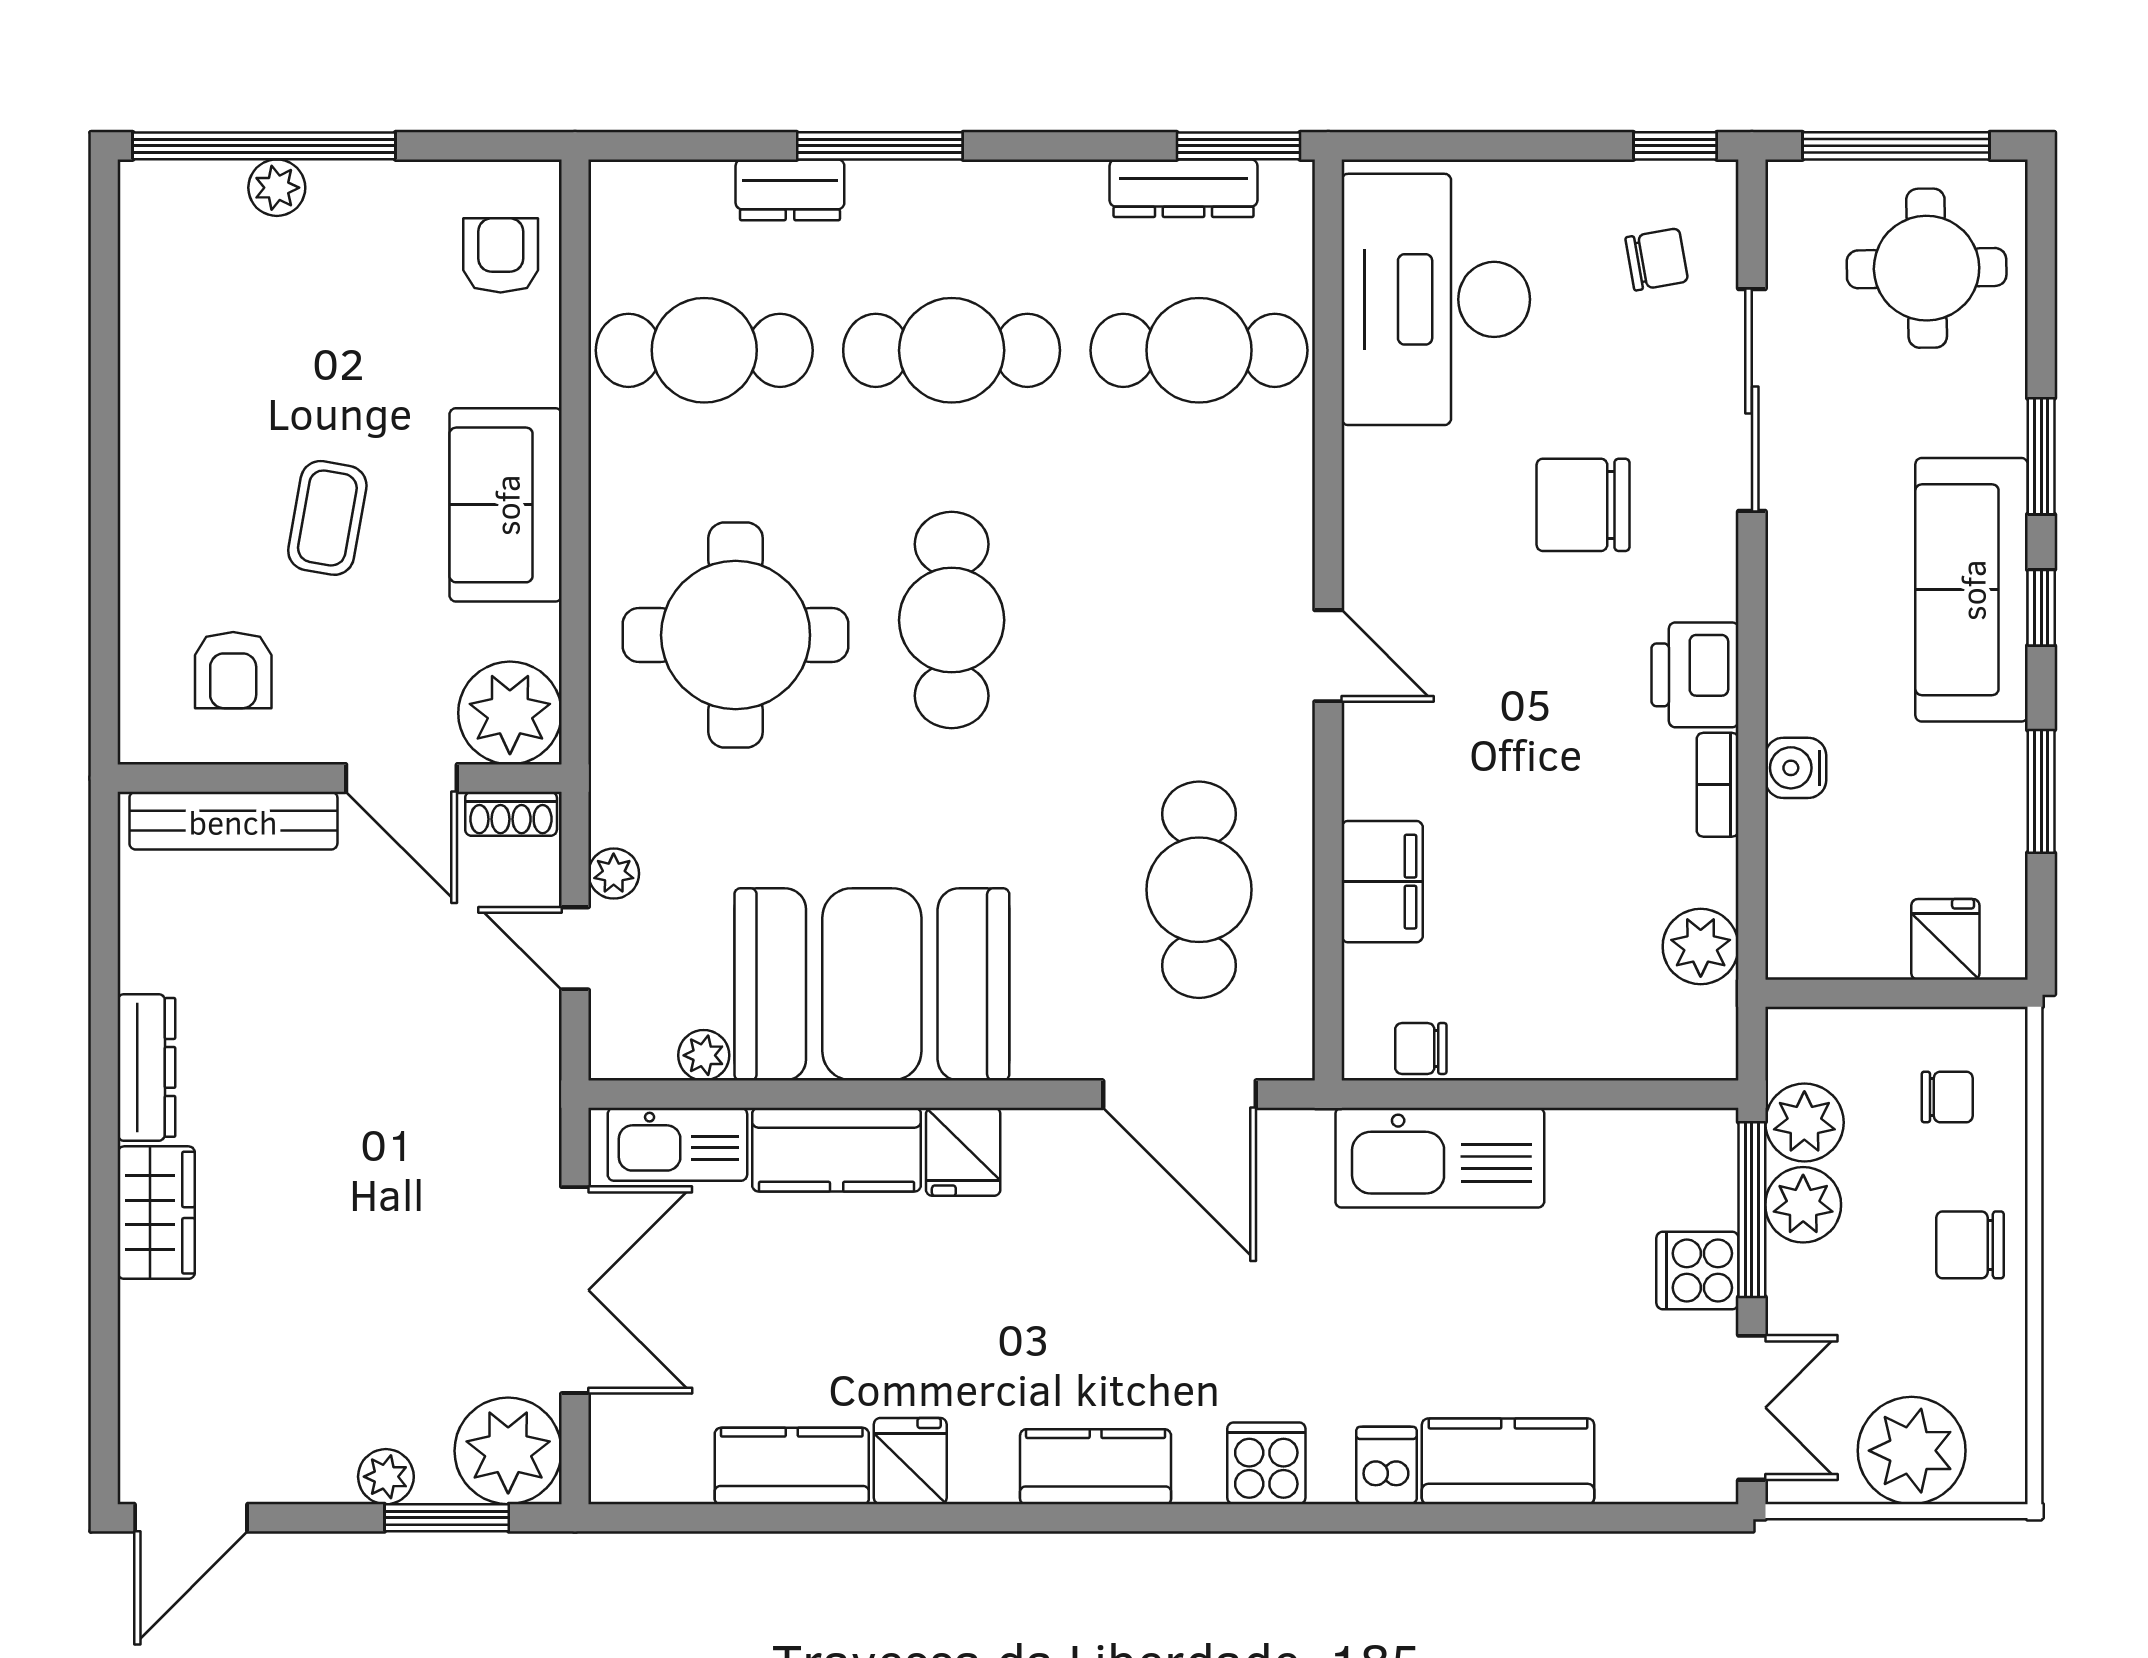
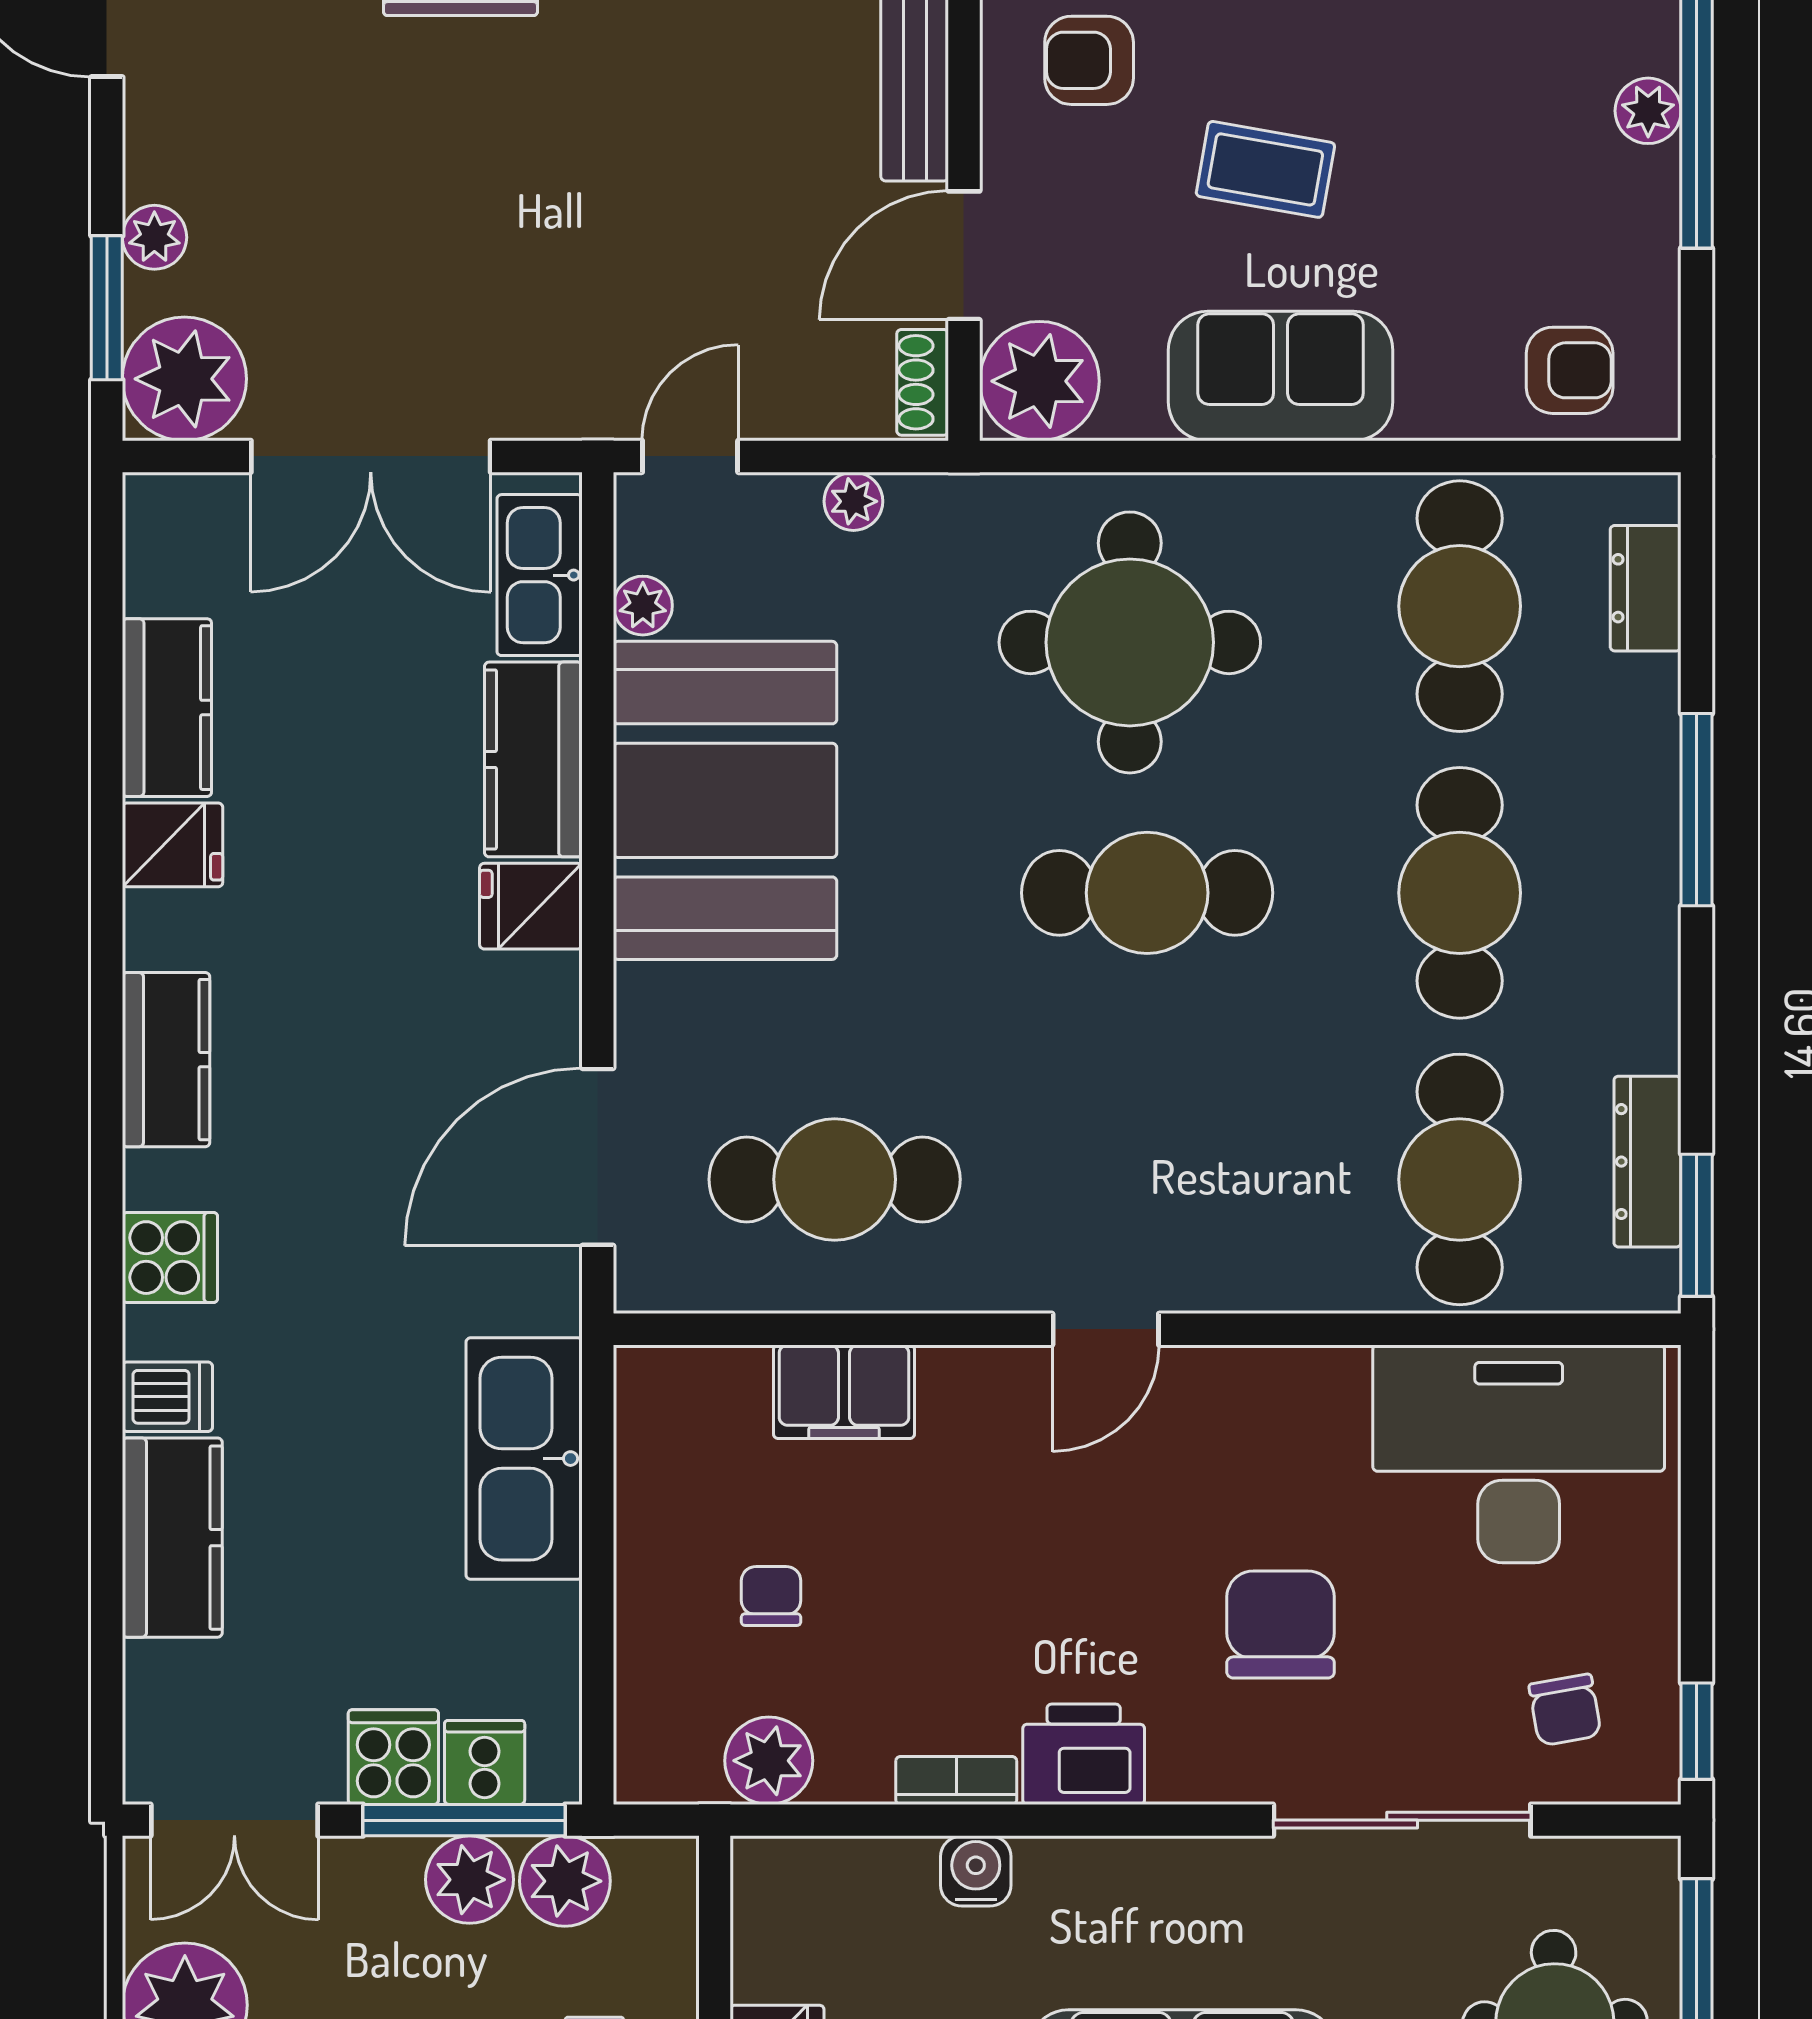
dresser: (790, 190) -> (1646, 588), moved
door: (575, 948) -> (690, 456), moved
chair: (1421, 1048) -> (771, 1596), moved
cooker: (1702, 1192) -> (485, 1762), added

